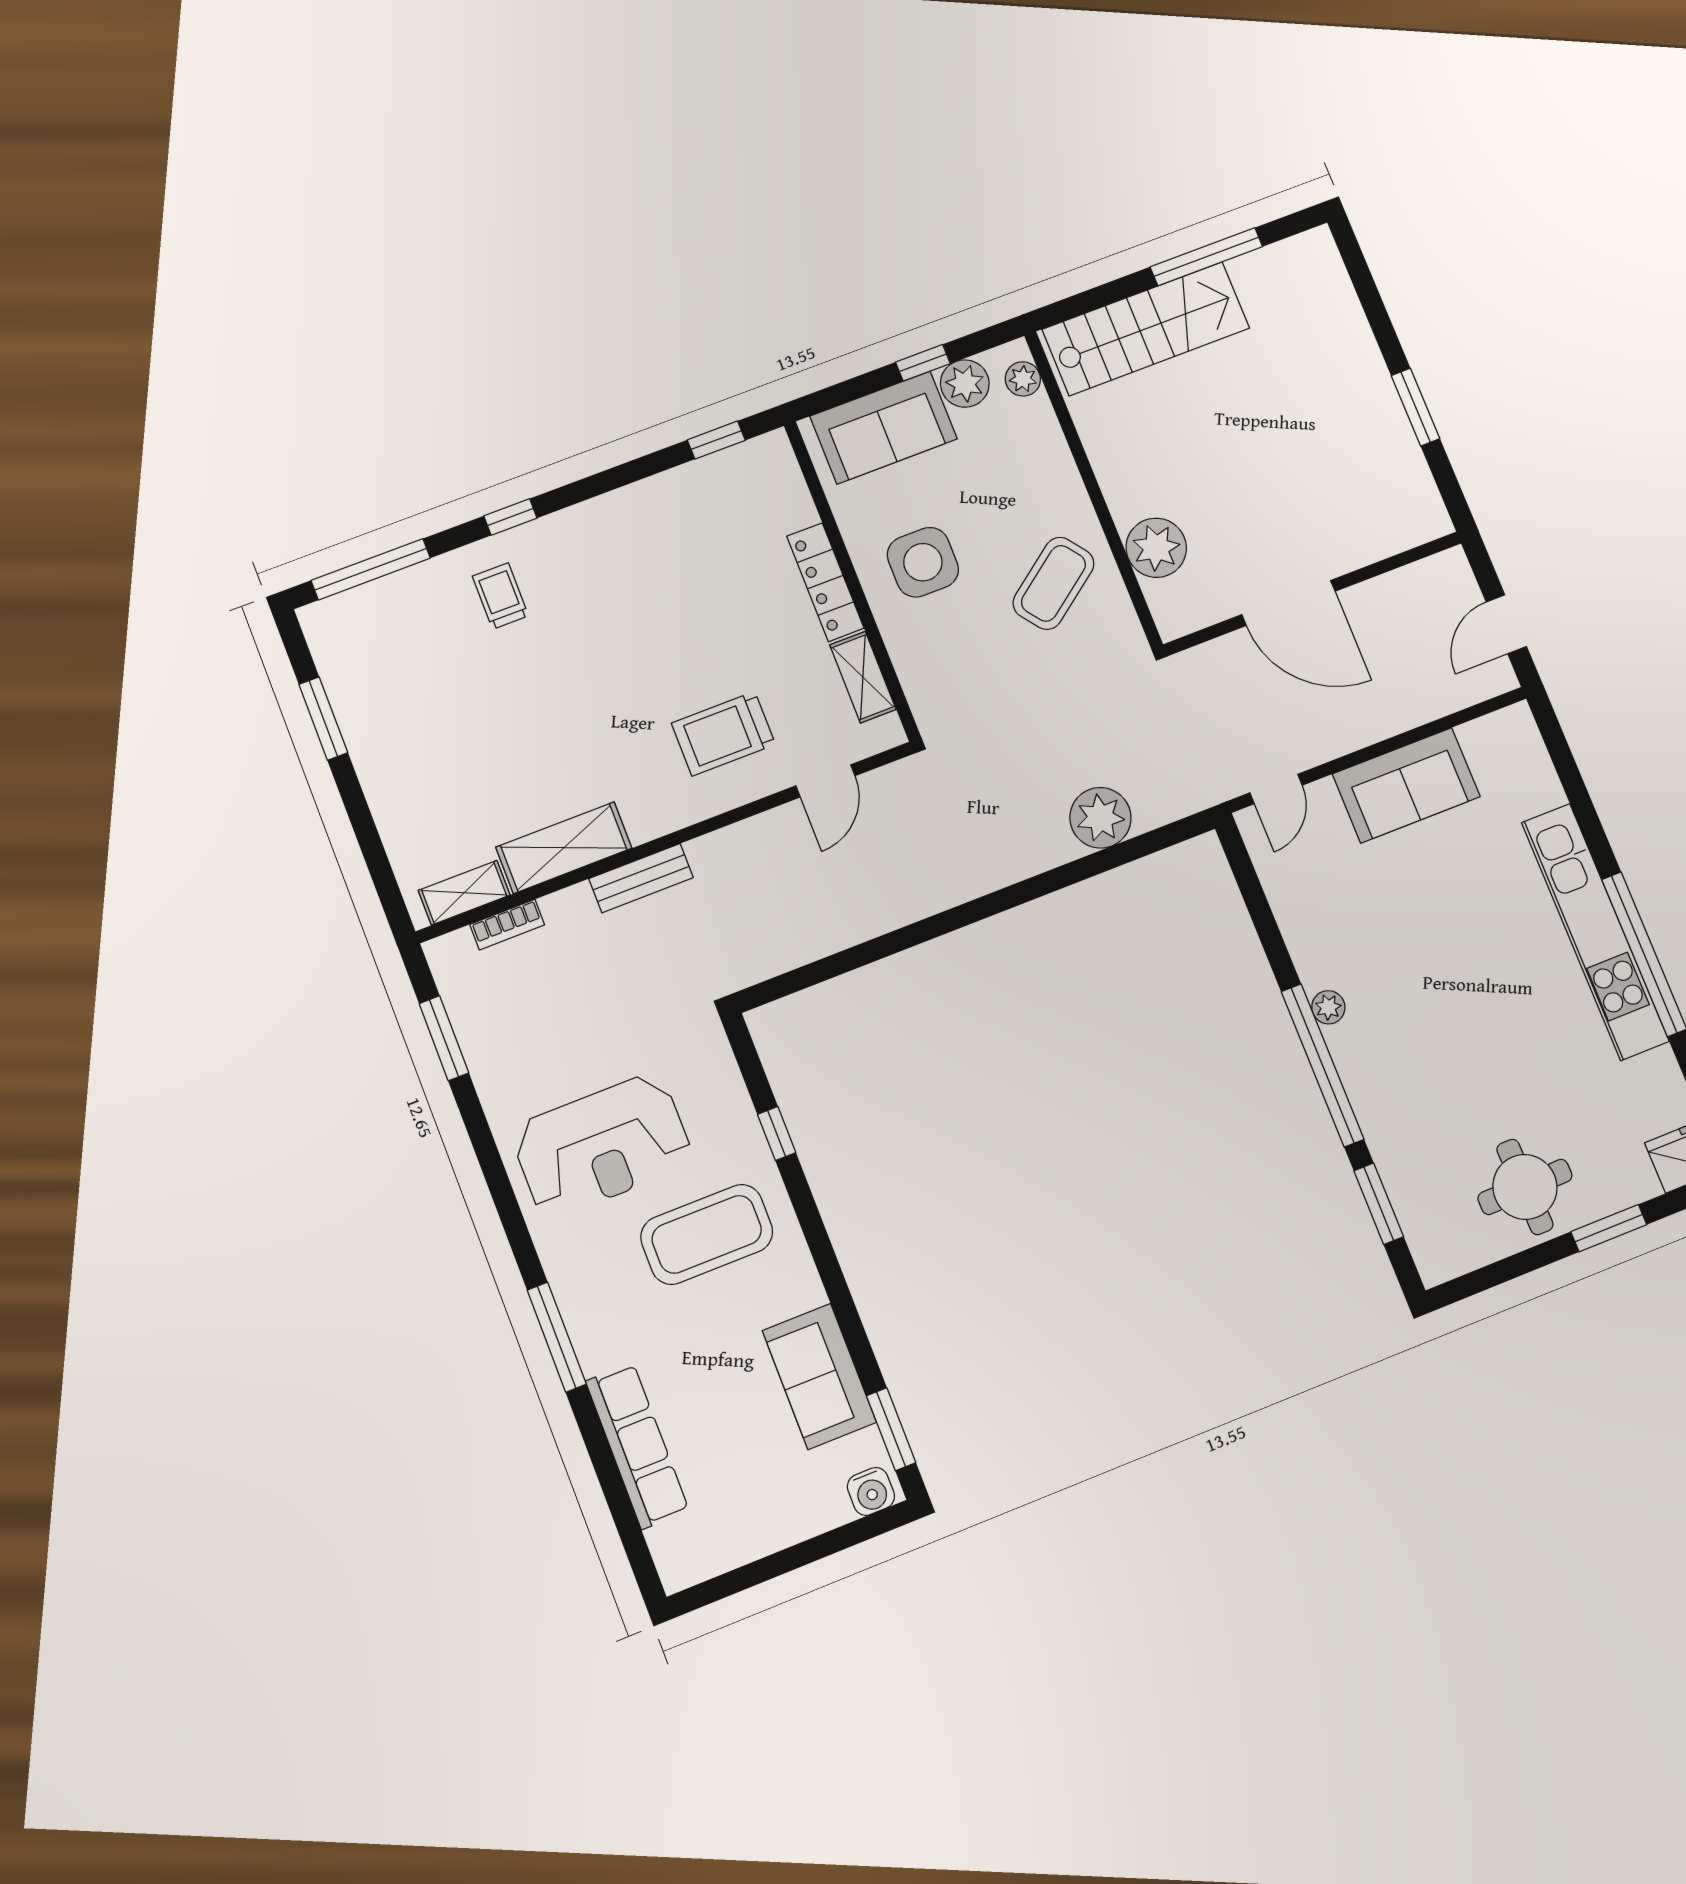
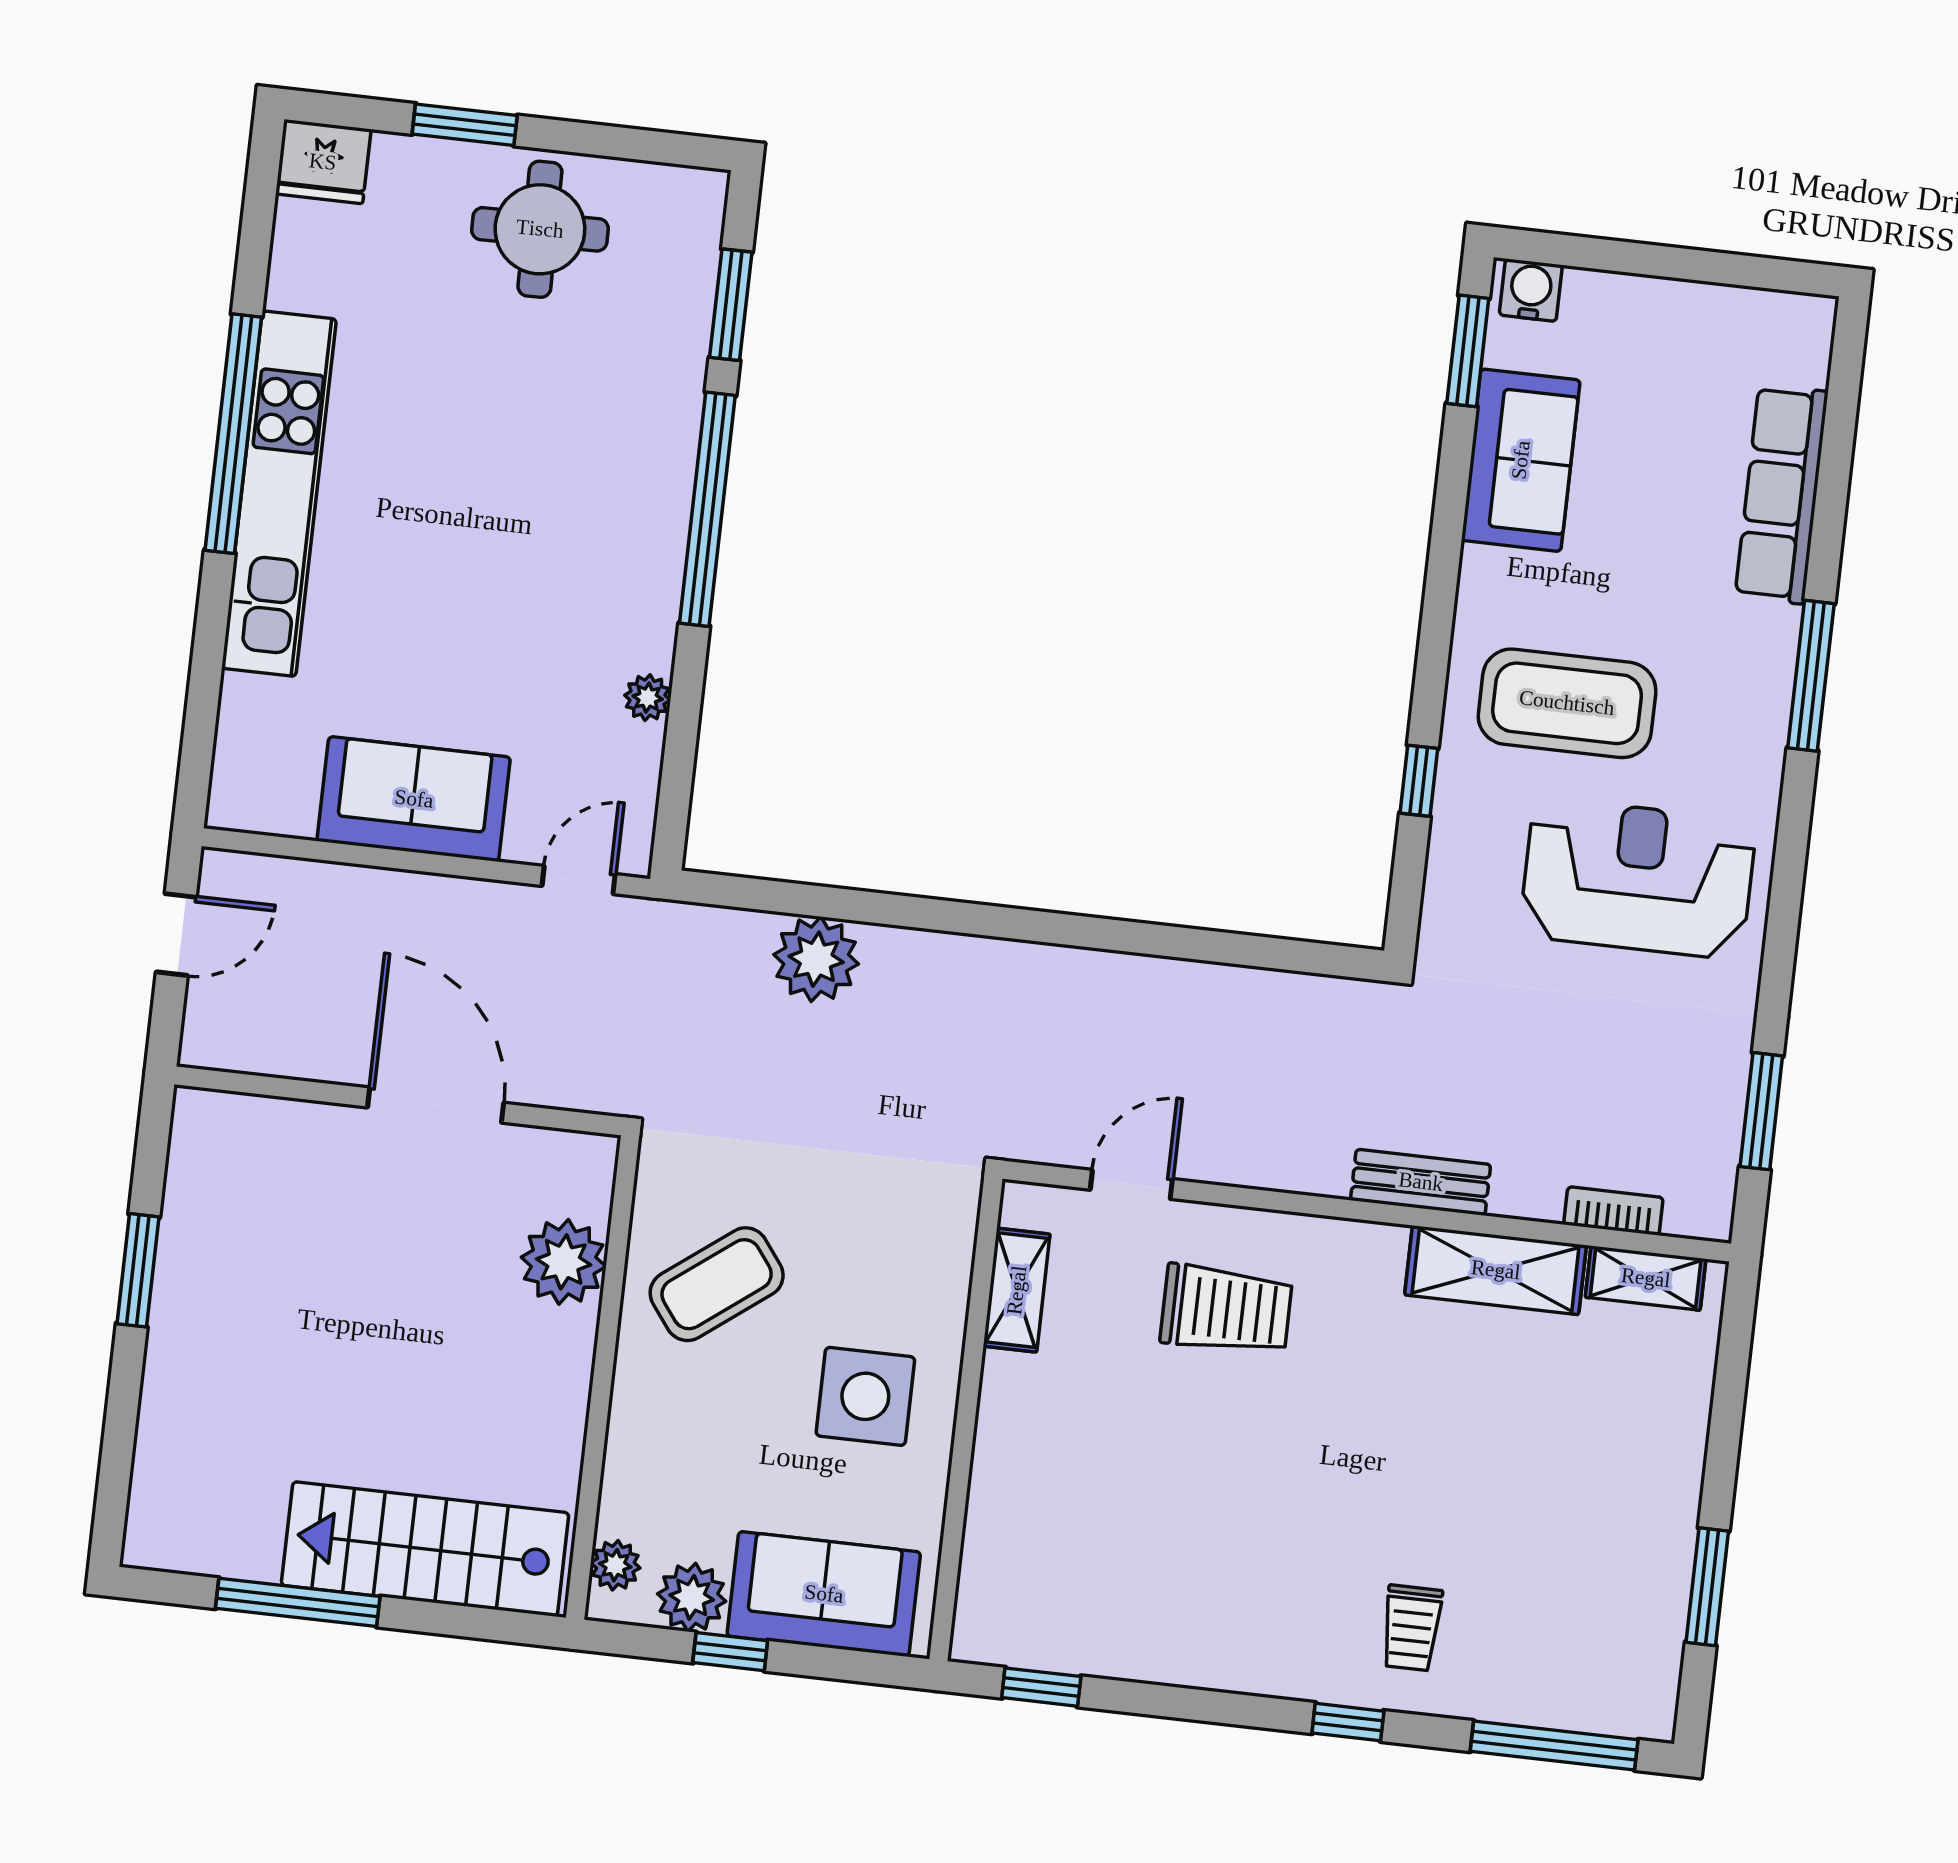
locker: (825, 582) -> (1000, 1435), removed
plant: (1328, 1007) -> (648, 698), moved

